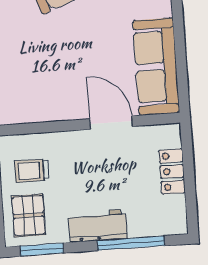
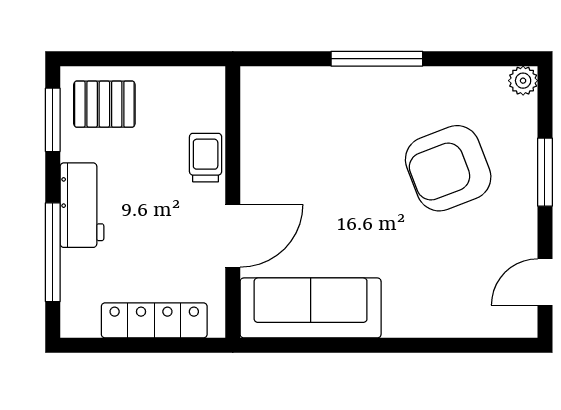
trolley: (32, 171) -> (206, 158), moved
locker: (172, 171) -> (154, 320), width x1.53

